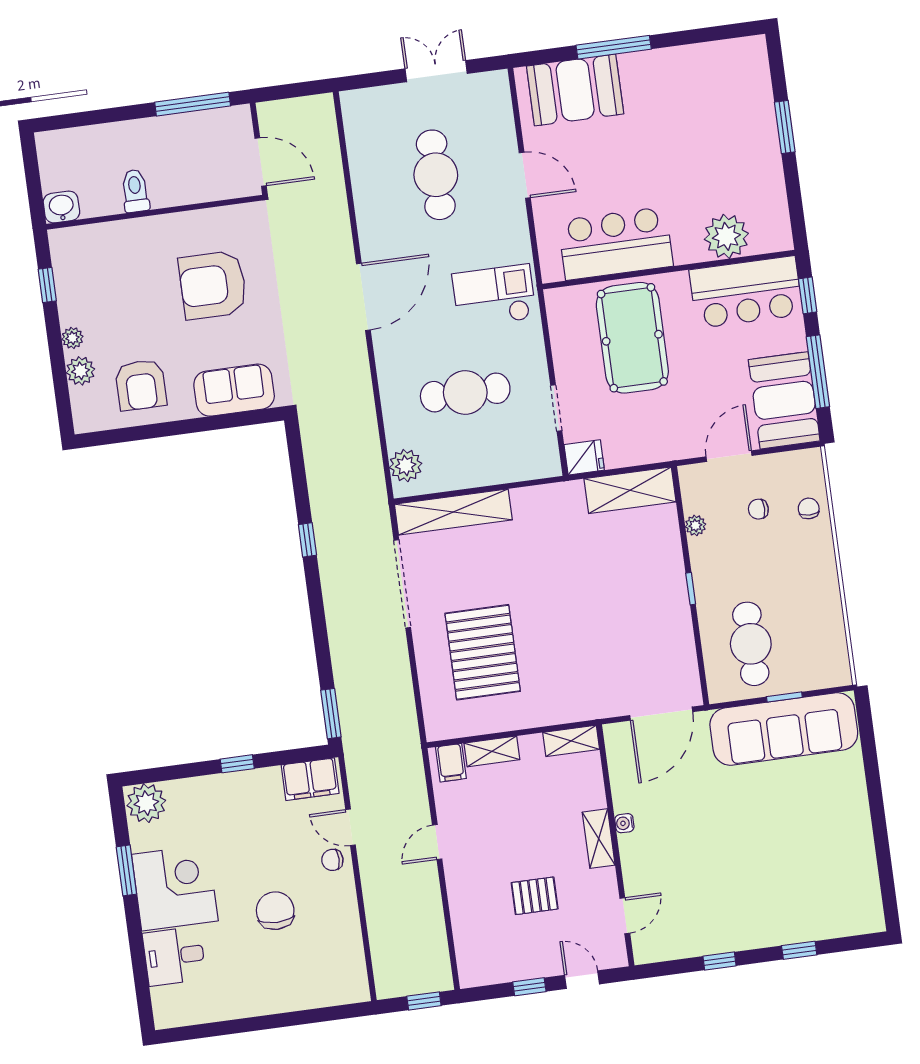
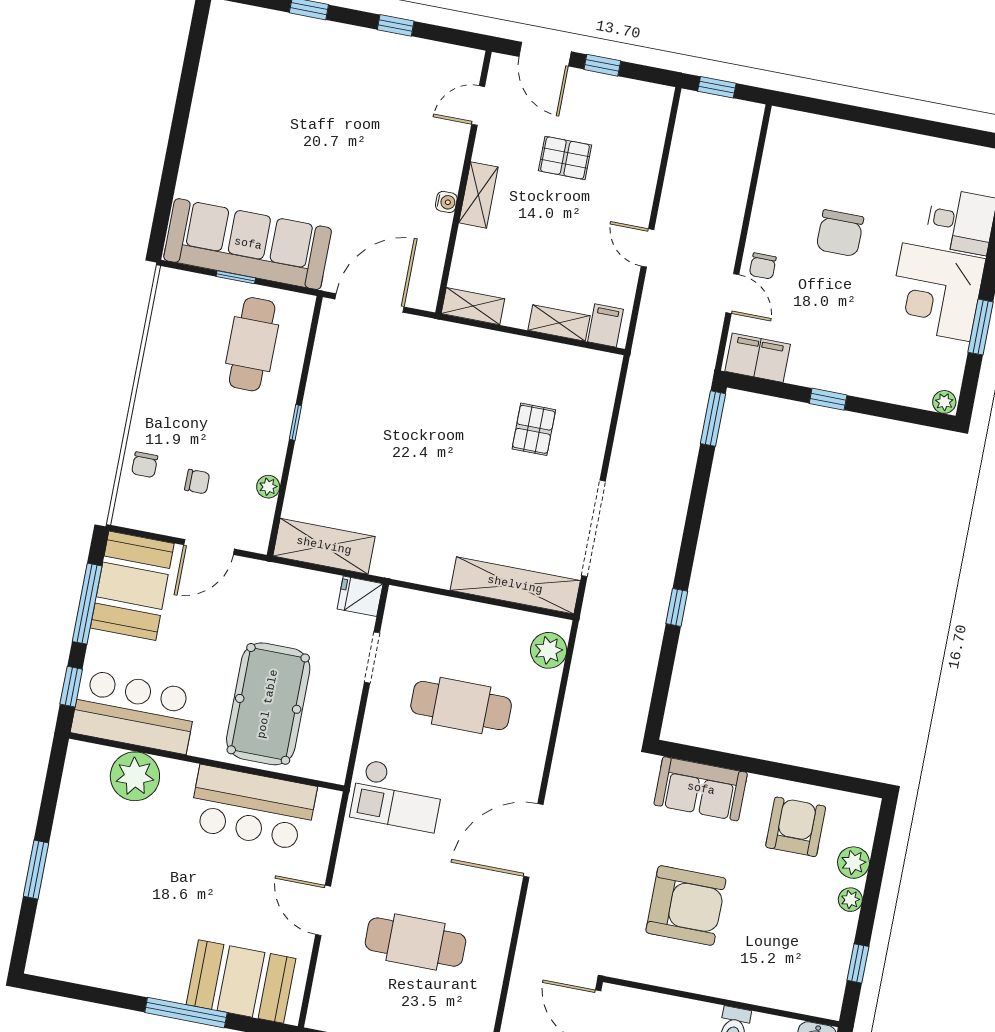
cafe table: (436, 175) -> (415, 942), turned 90
pallet: (483, 652) -> (534, 429), width x0.49, depth x0.50
plant: (146, 803) -> (944, 402), width x0.53, depth x0.53
door: (437, 842) -> (648, 248), swing flipped
chair: (332, 860) -> (763, 266), turned 90
door: (582, 980) -> (545, 54), width x1.37

